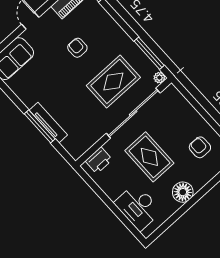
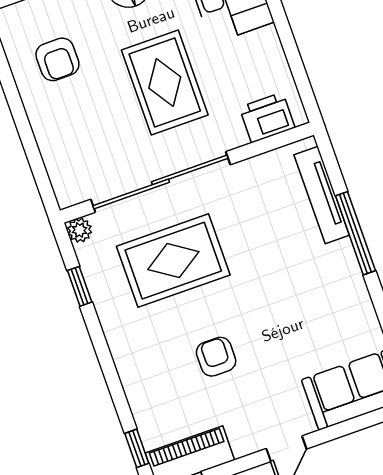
armchair: (77, 48) -> (216, 357), turned 180
window: (149, 53) -> (80, 286), width x0.46
tv unit: (48, 123) -> (322, 195), moved

